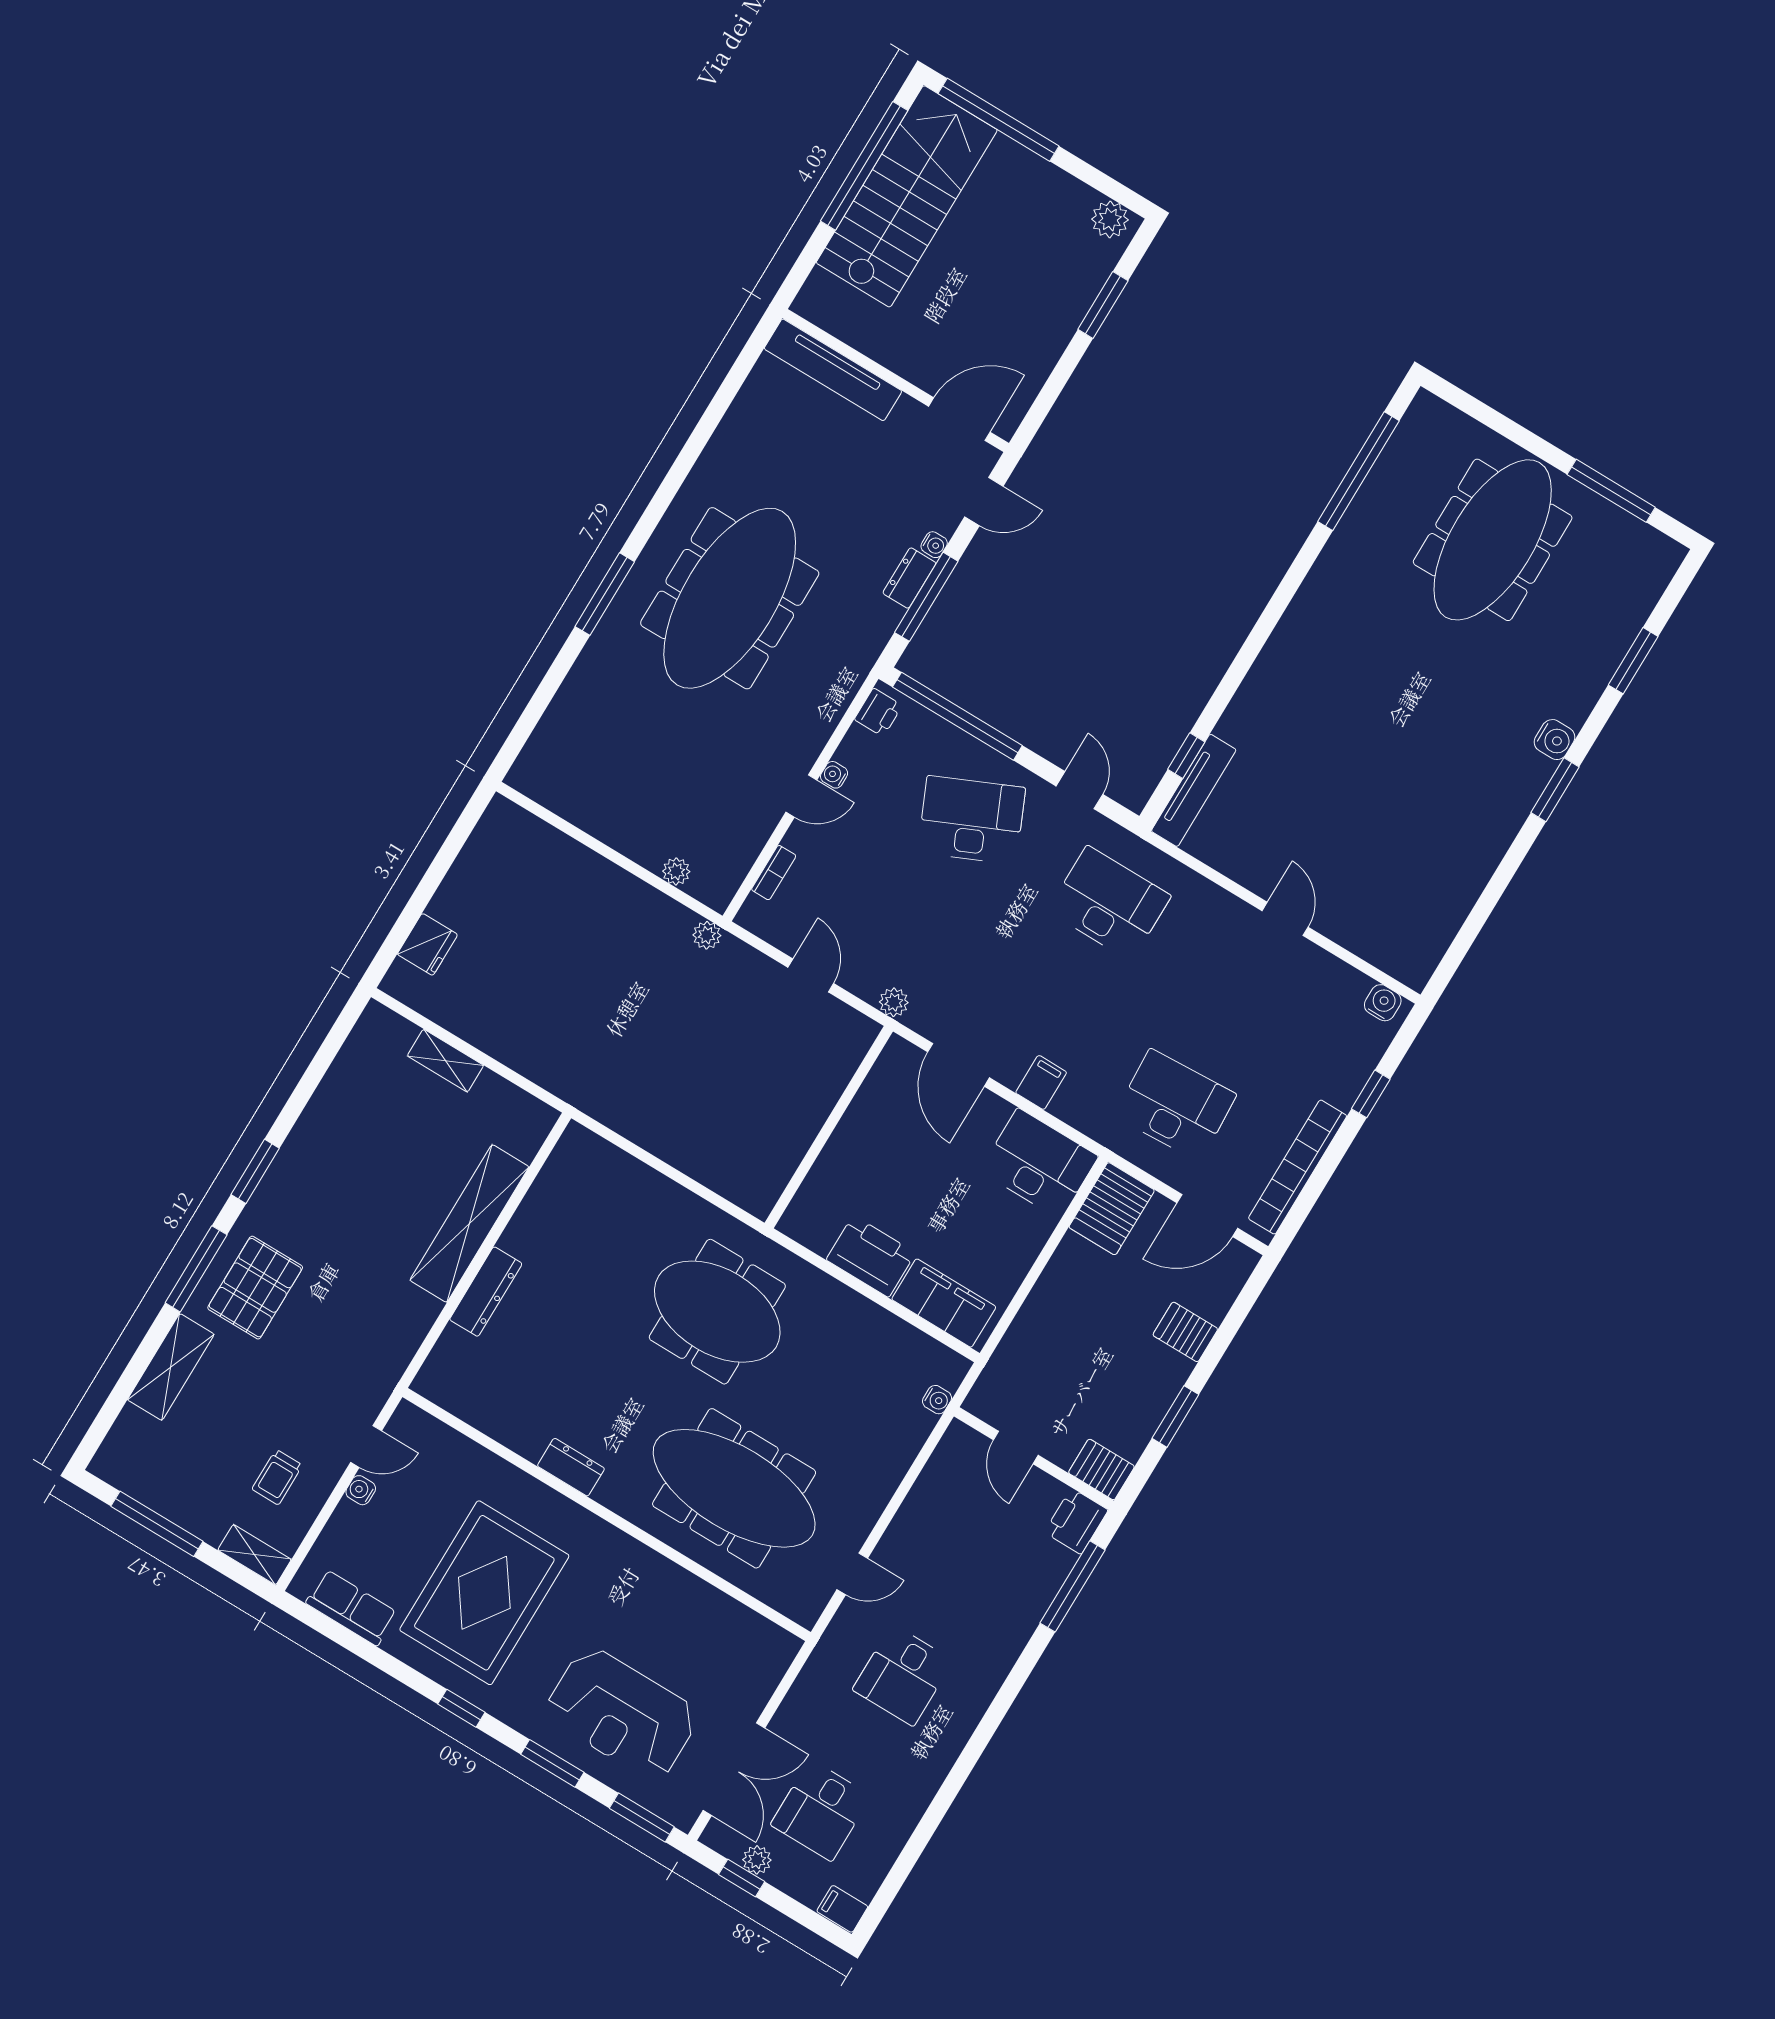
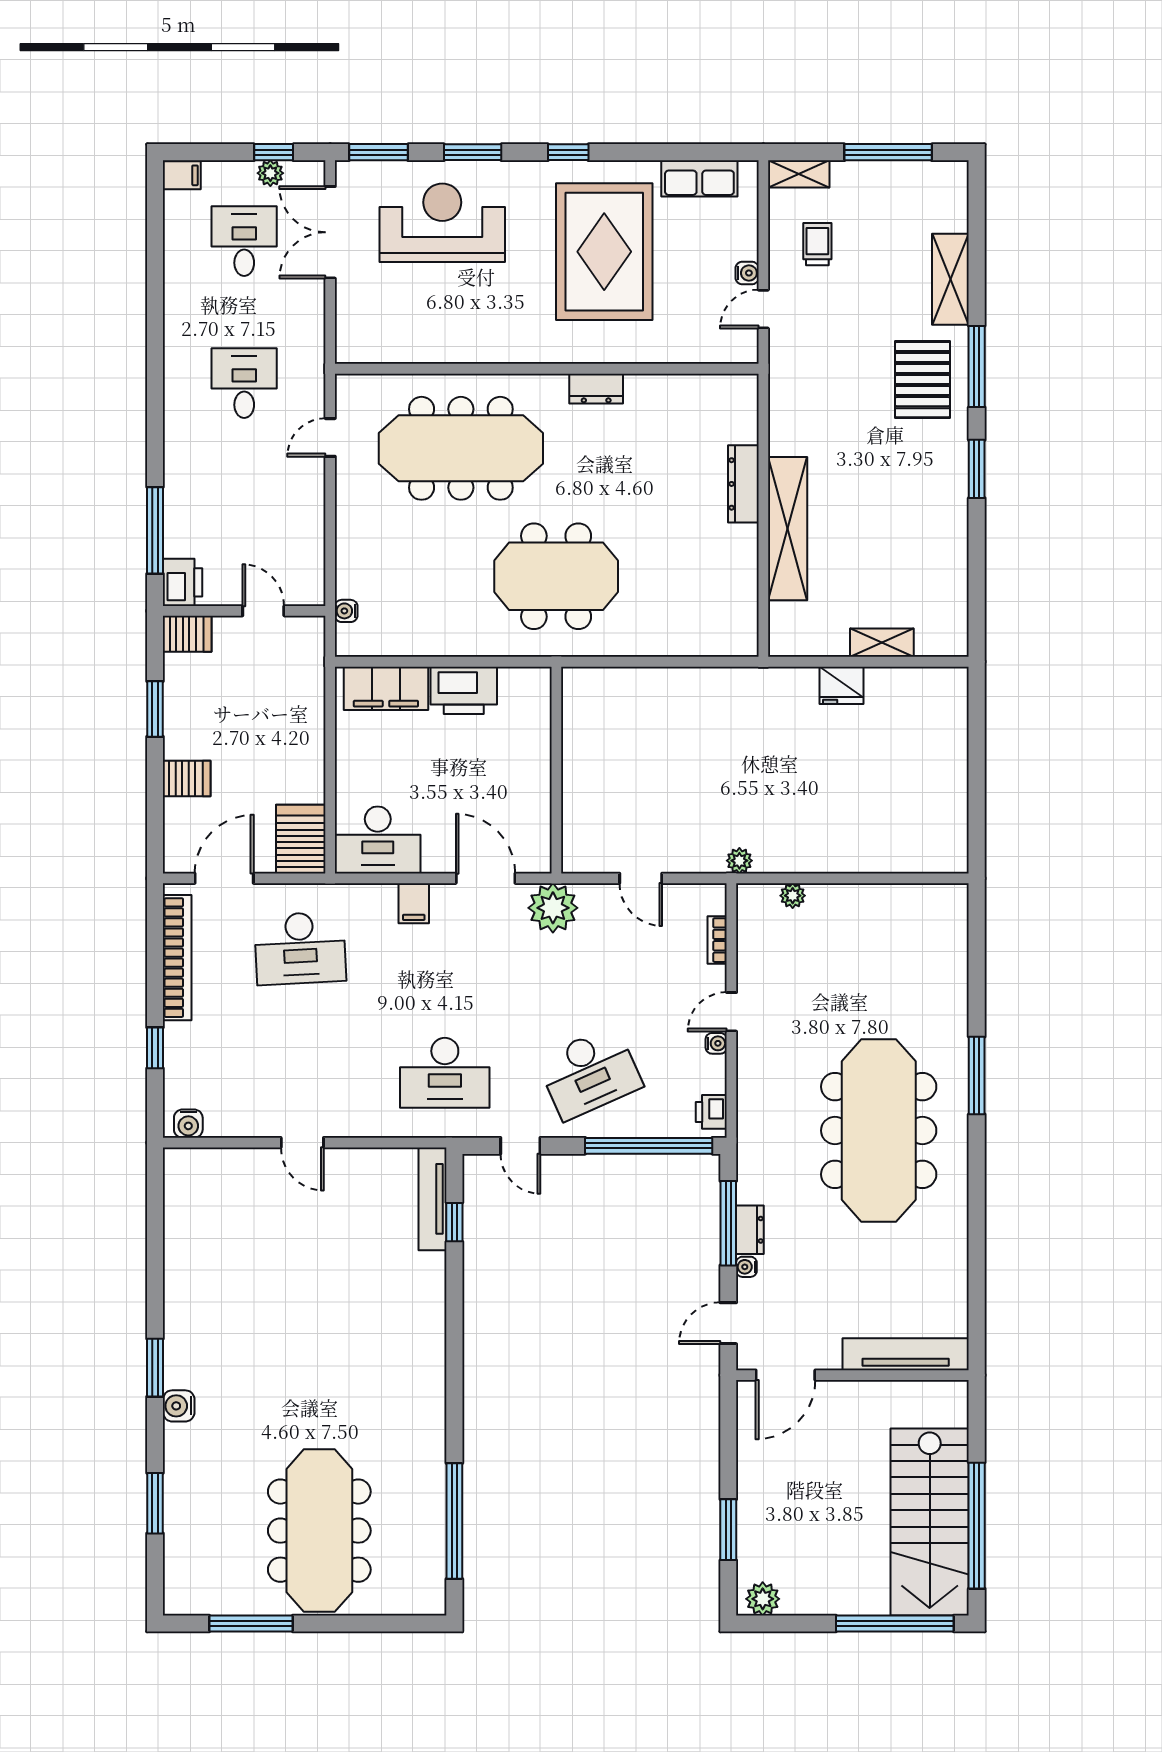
fridge: (427, 944) -> (841, 685), moved, turned -90
plant: (894, 1002) -> (553, 908), width x1.87, depth x1.87

